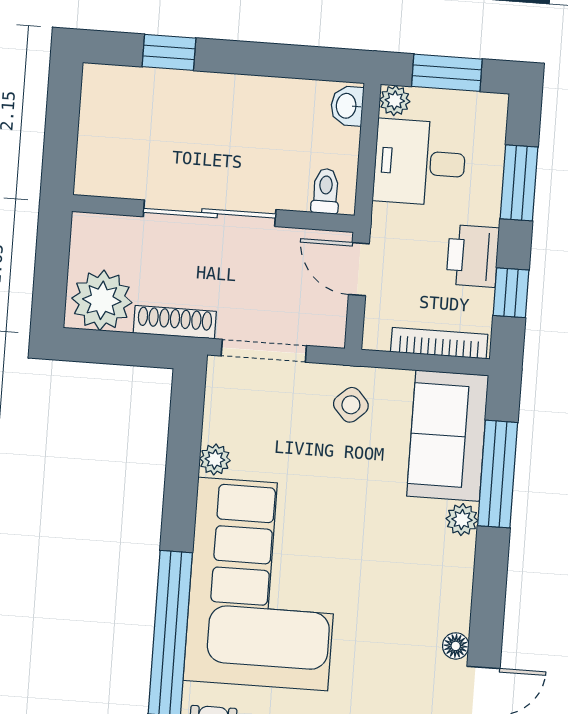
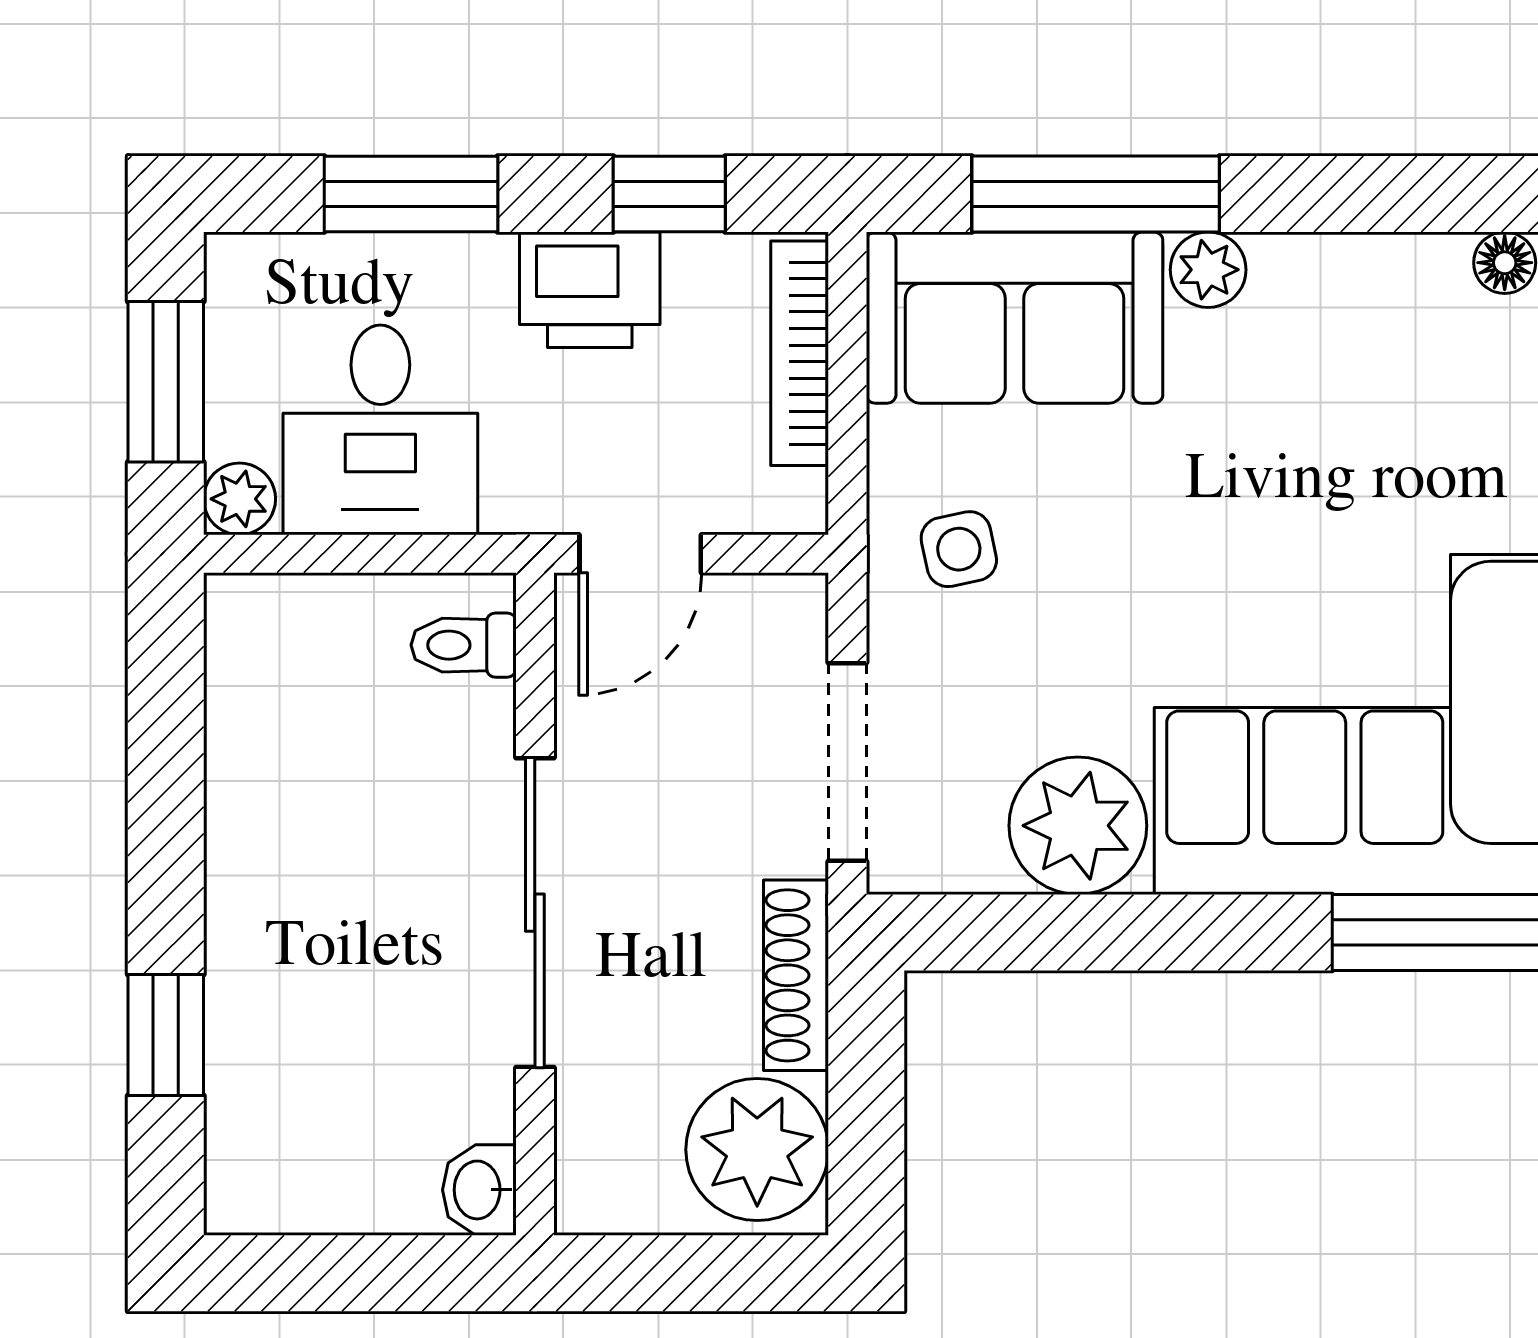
washbasin: (347, 106) -> (479, 1190), moved, turned 90
side table: (351, 405) -> (959, 549), turned 30
plant: (215, 459) -> (1078, 826), width x1.88, depth x1.88

